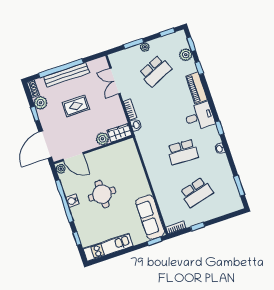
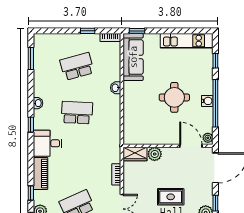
washbasin: (136, 125) -> (116, 88), moved

